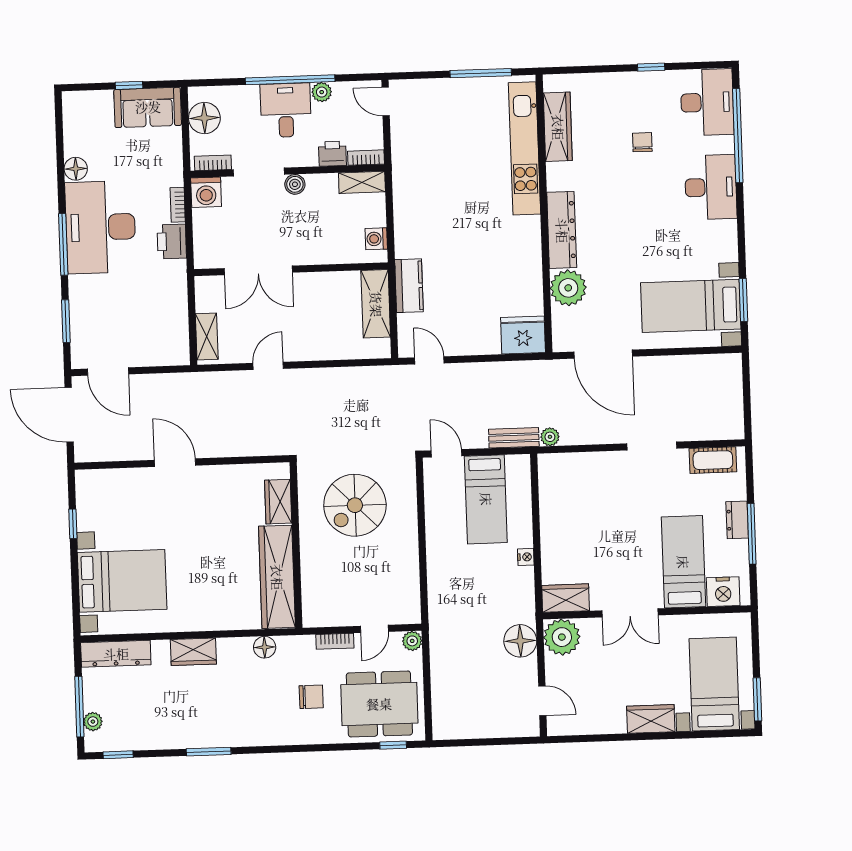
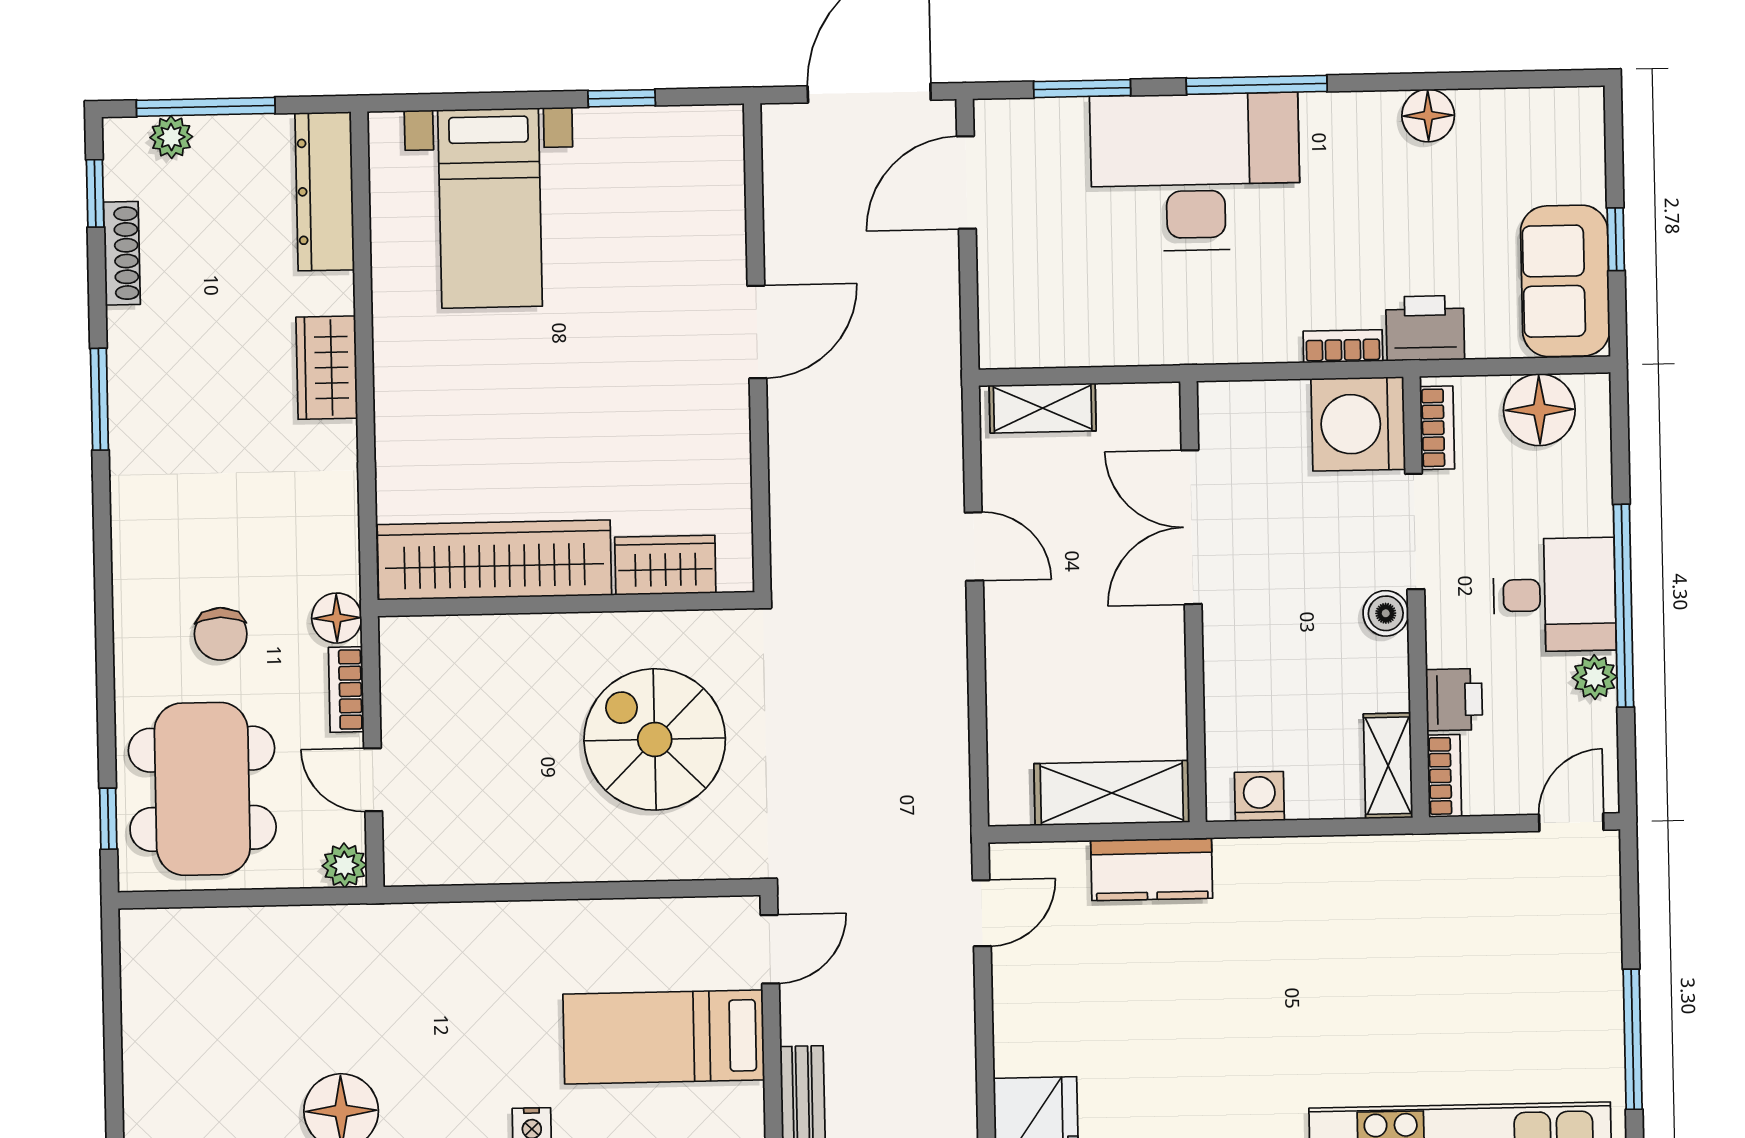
washing machine: (206, 192) -> (1358, 424), width x1.37, depth x1.37
desk: (100, 227) -> (1195, 172), moved
printer: (172, 241) -> (1425, 328), moved
bed with nightstands: (122, 581) -> (490, 208), width x0.73
floor lamp: (265, 647) -> (337, 618), moved
shoe rack: (144, 743) -> (122, 253), added

